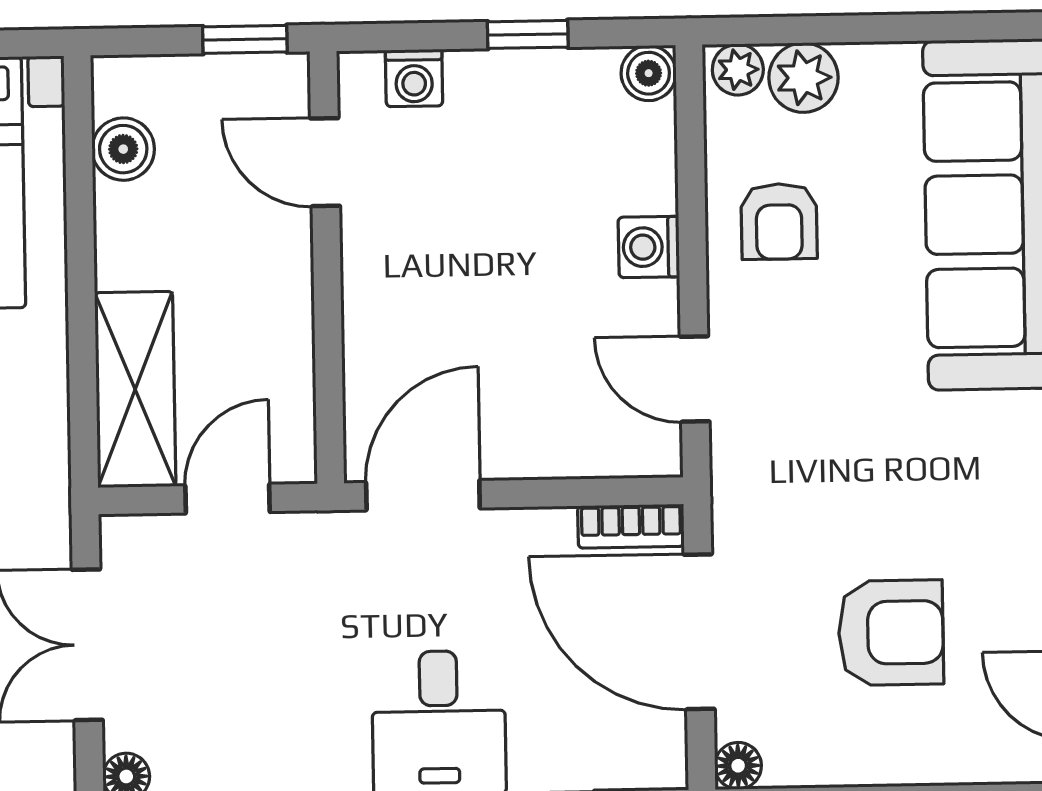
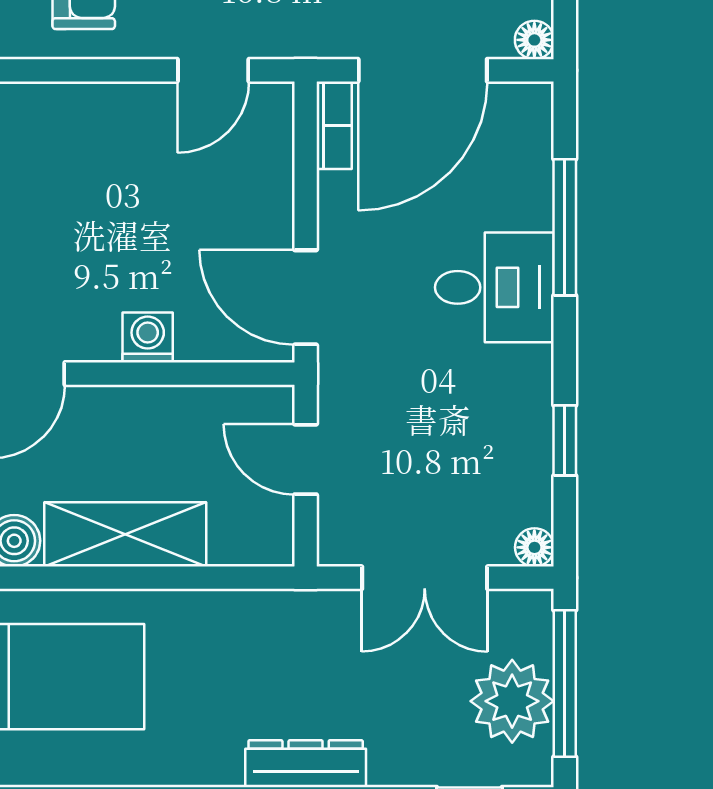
washing machine: (649, 247) -> (148, 338), moved, turned 180
shelving: (135, 390) -> (125, 534), moved

